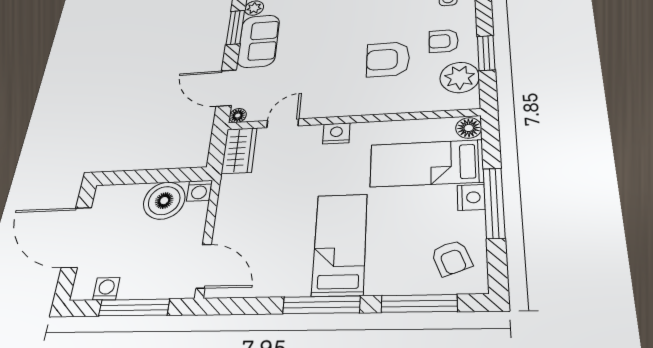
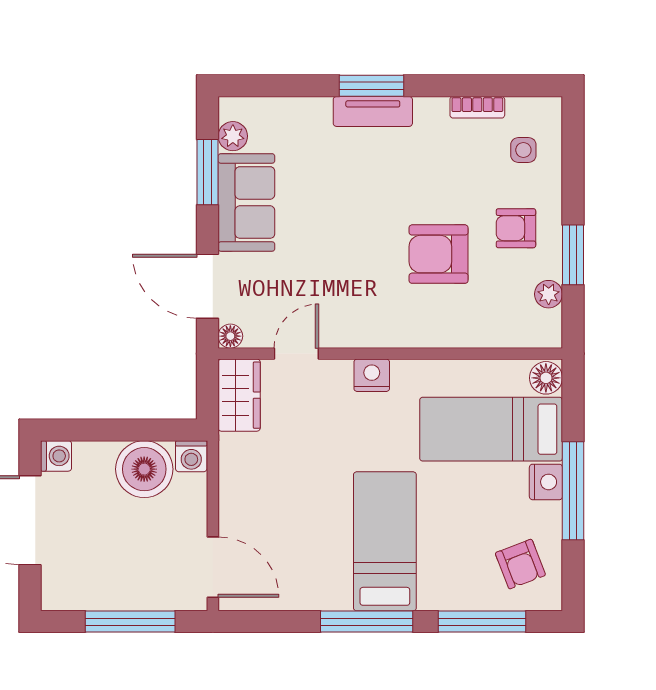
plant: (460, 77) -> (549, 294), width x0.53, depth x0.53
washing machine: (106, 289) -> (56, 456), moved, turned 90

